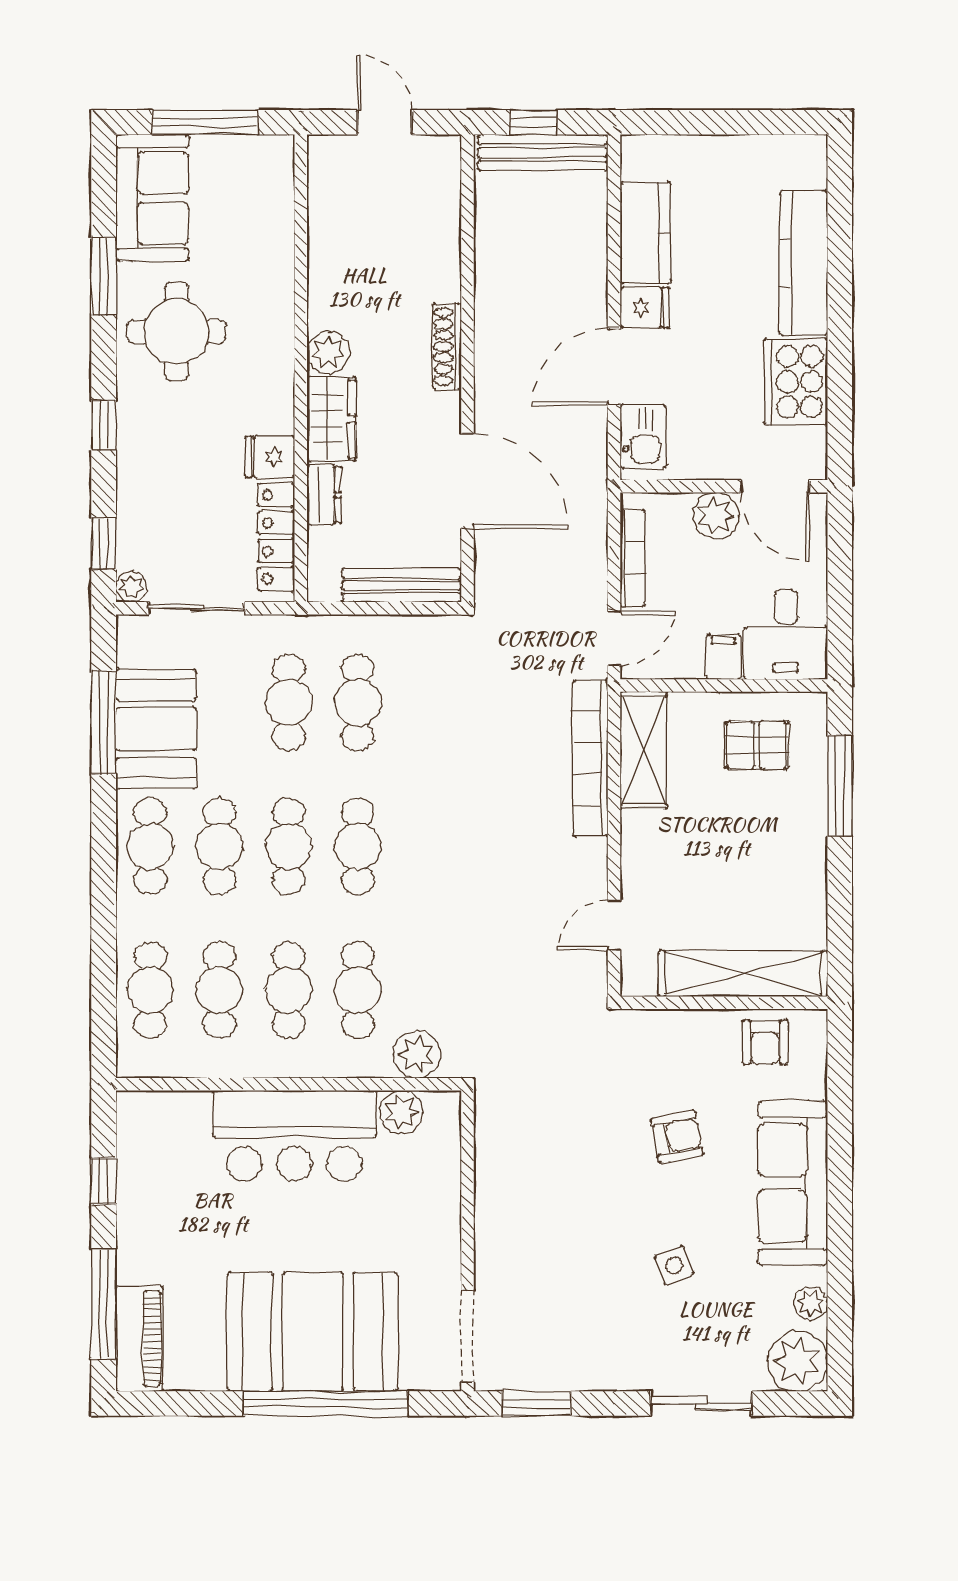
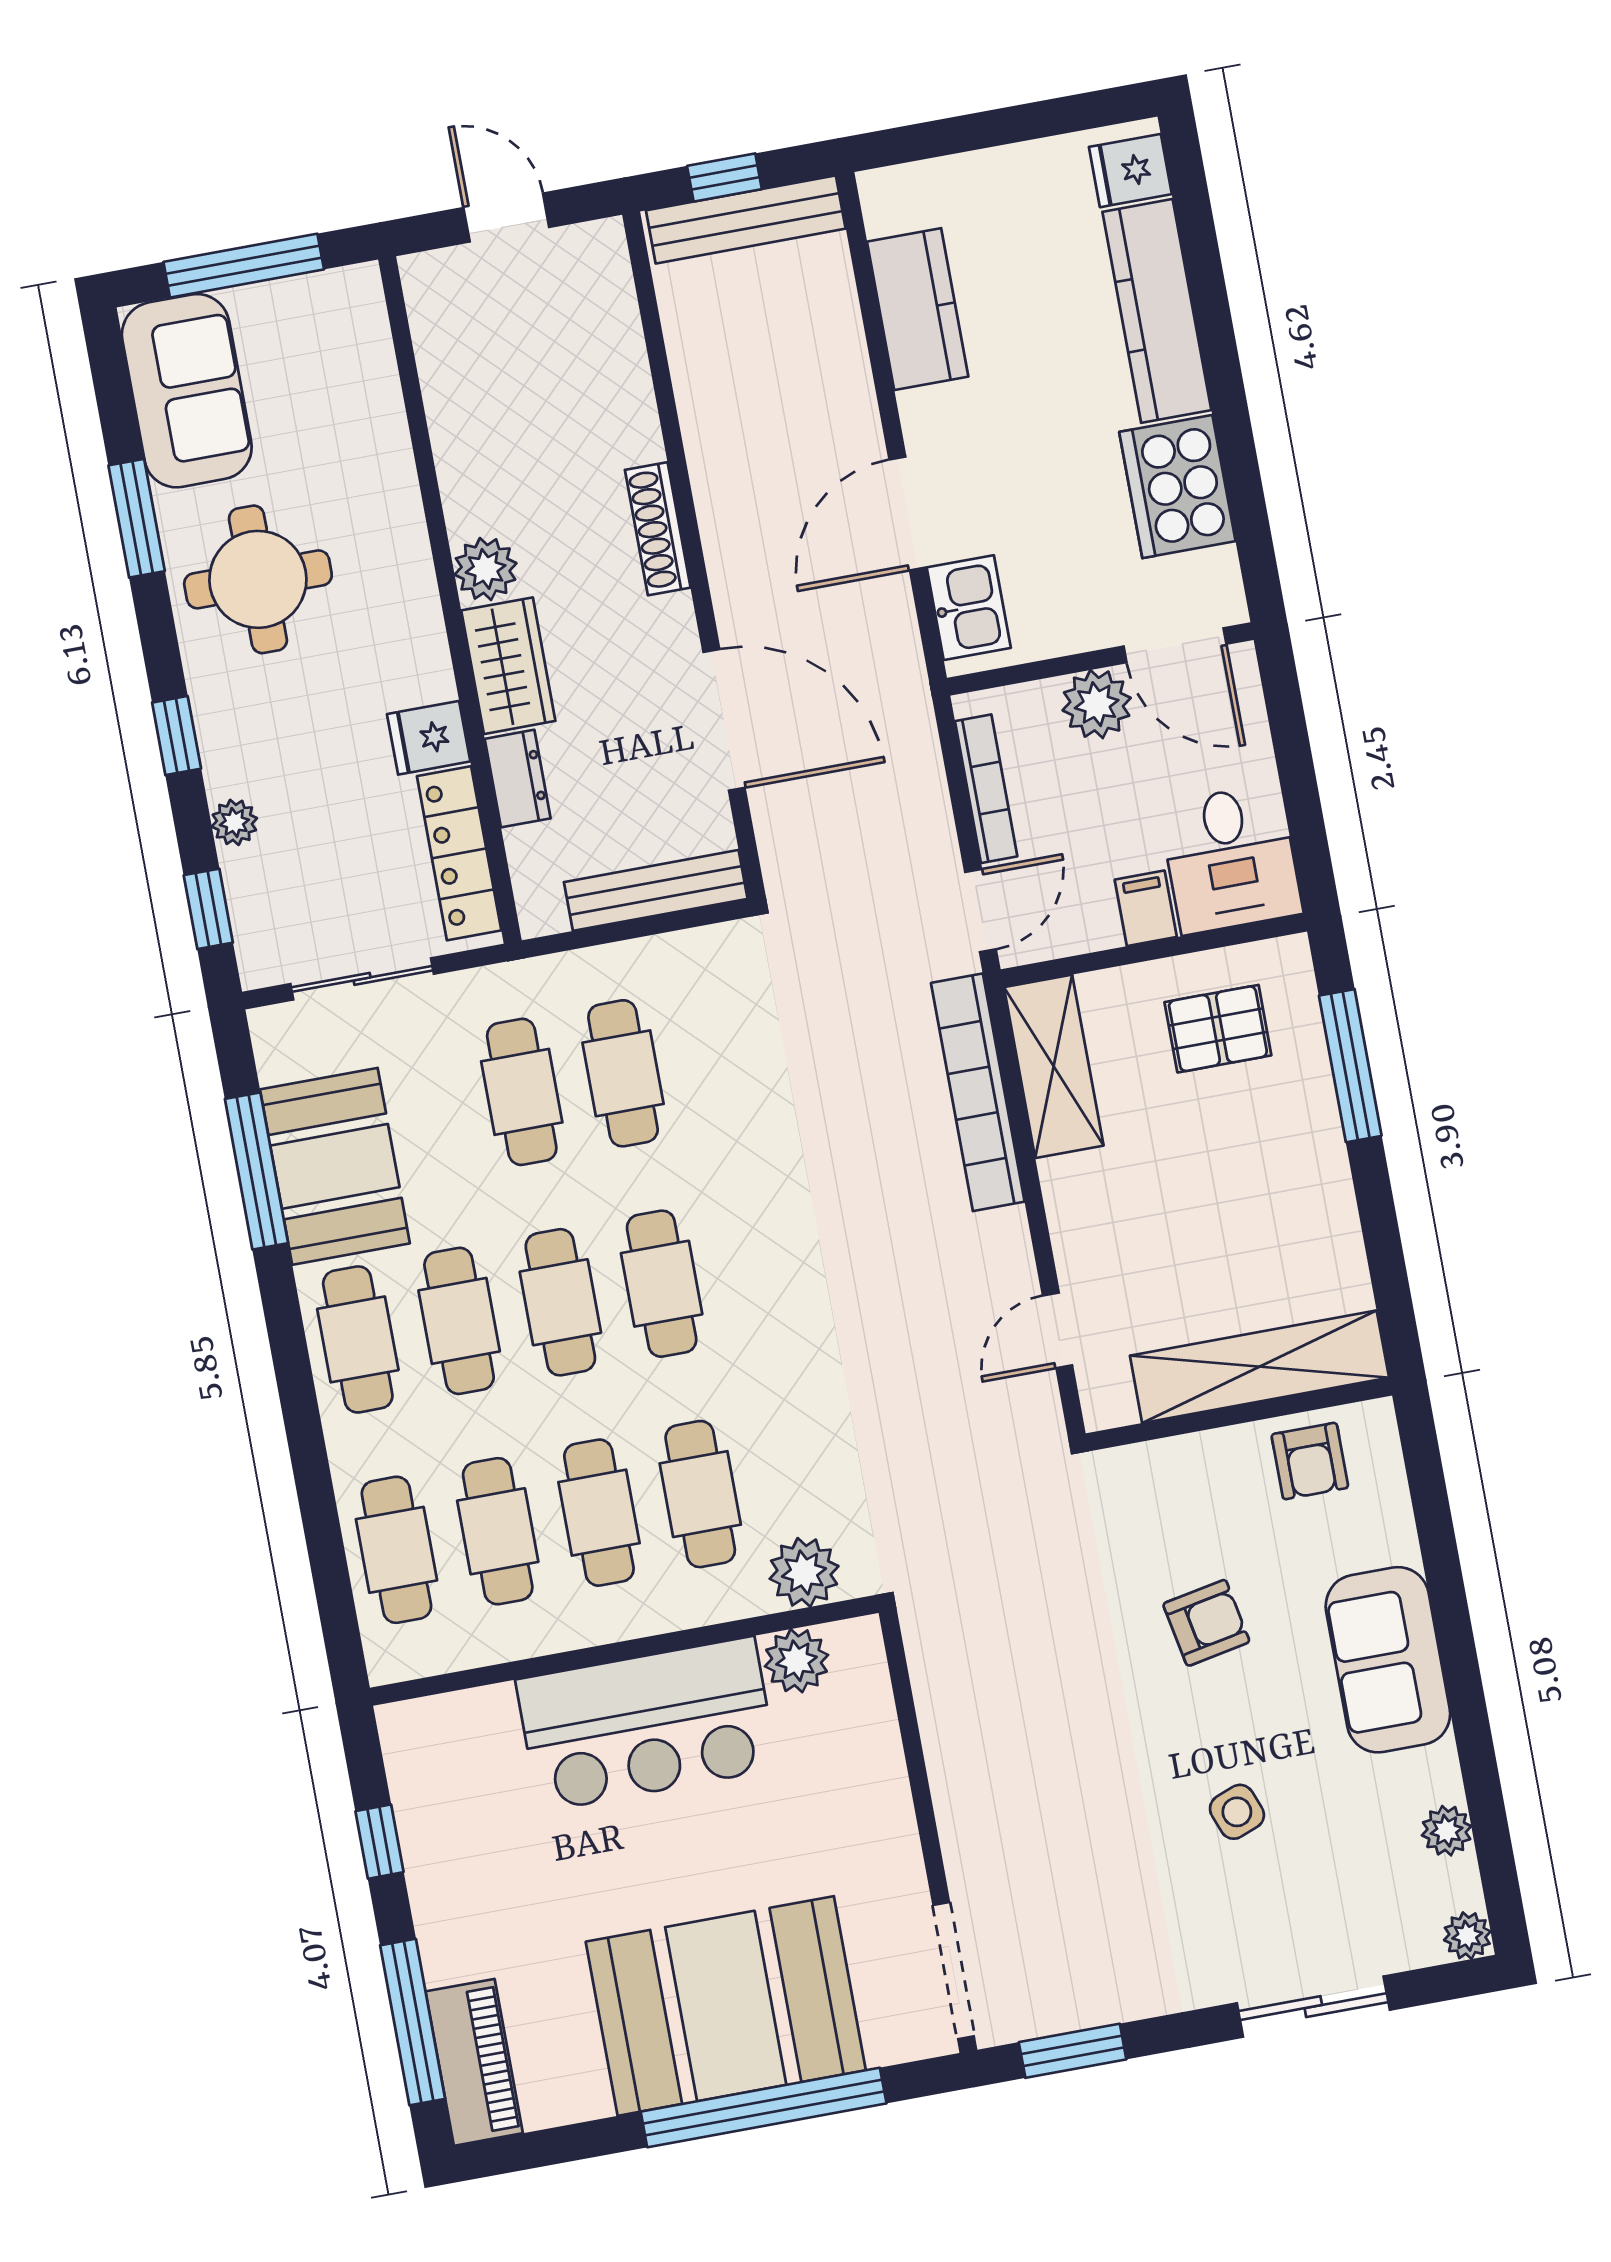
fridge: (645, 307) -> (1130, 171), moved, turned 180
plant: (131, 587) -> (234, 822), moved
sofa: (793, 1183) -> (1388, 1660), width x0.73
plant: (798, 1361) -> (1467, 1936), width x0.53, depth x0.53

